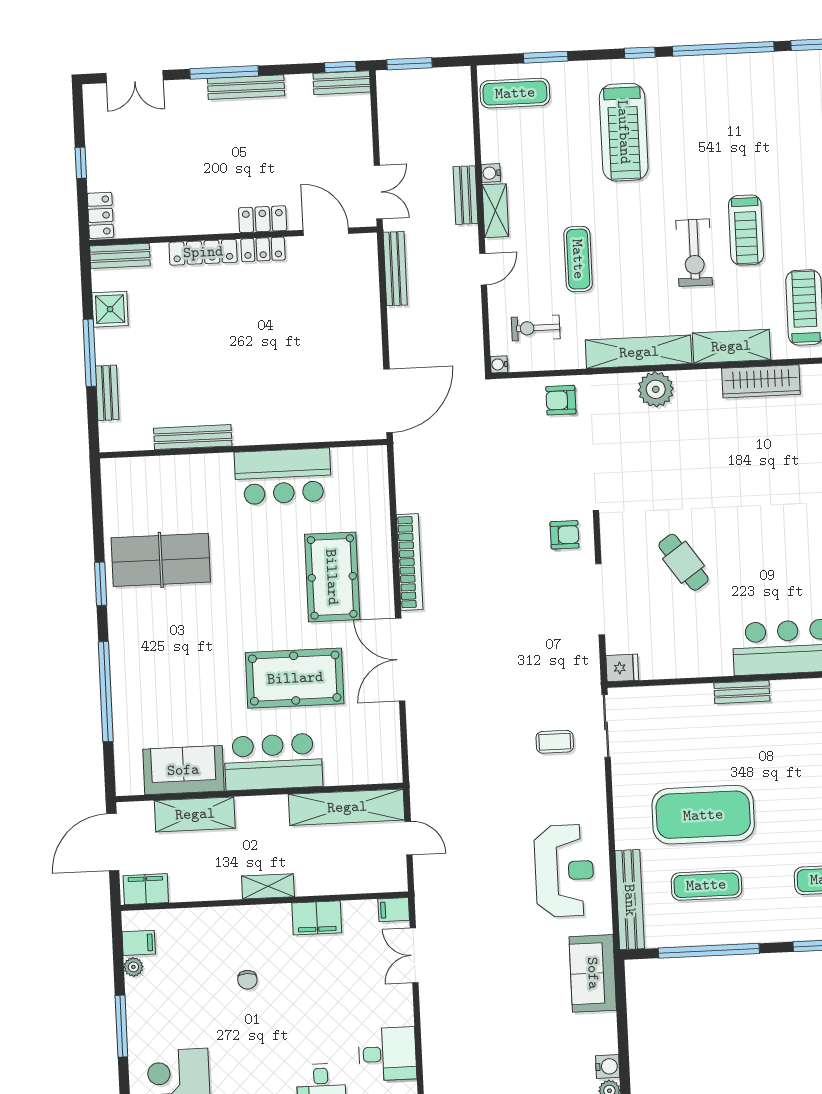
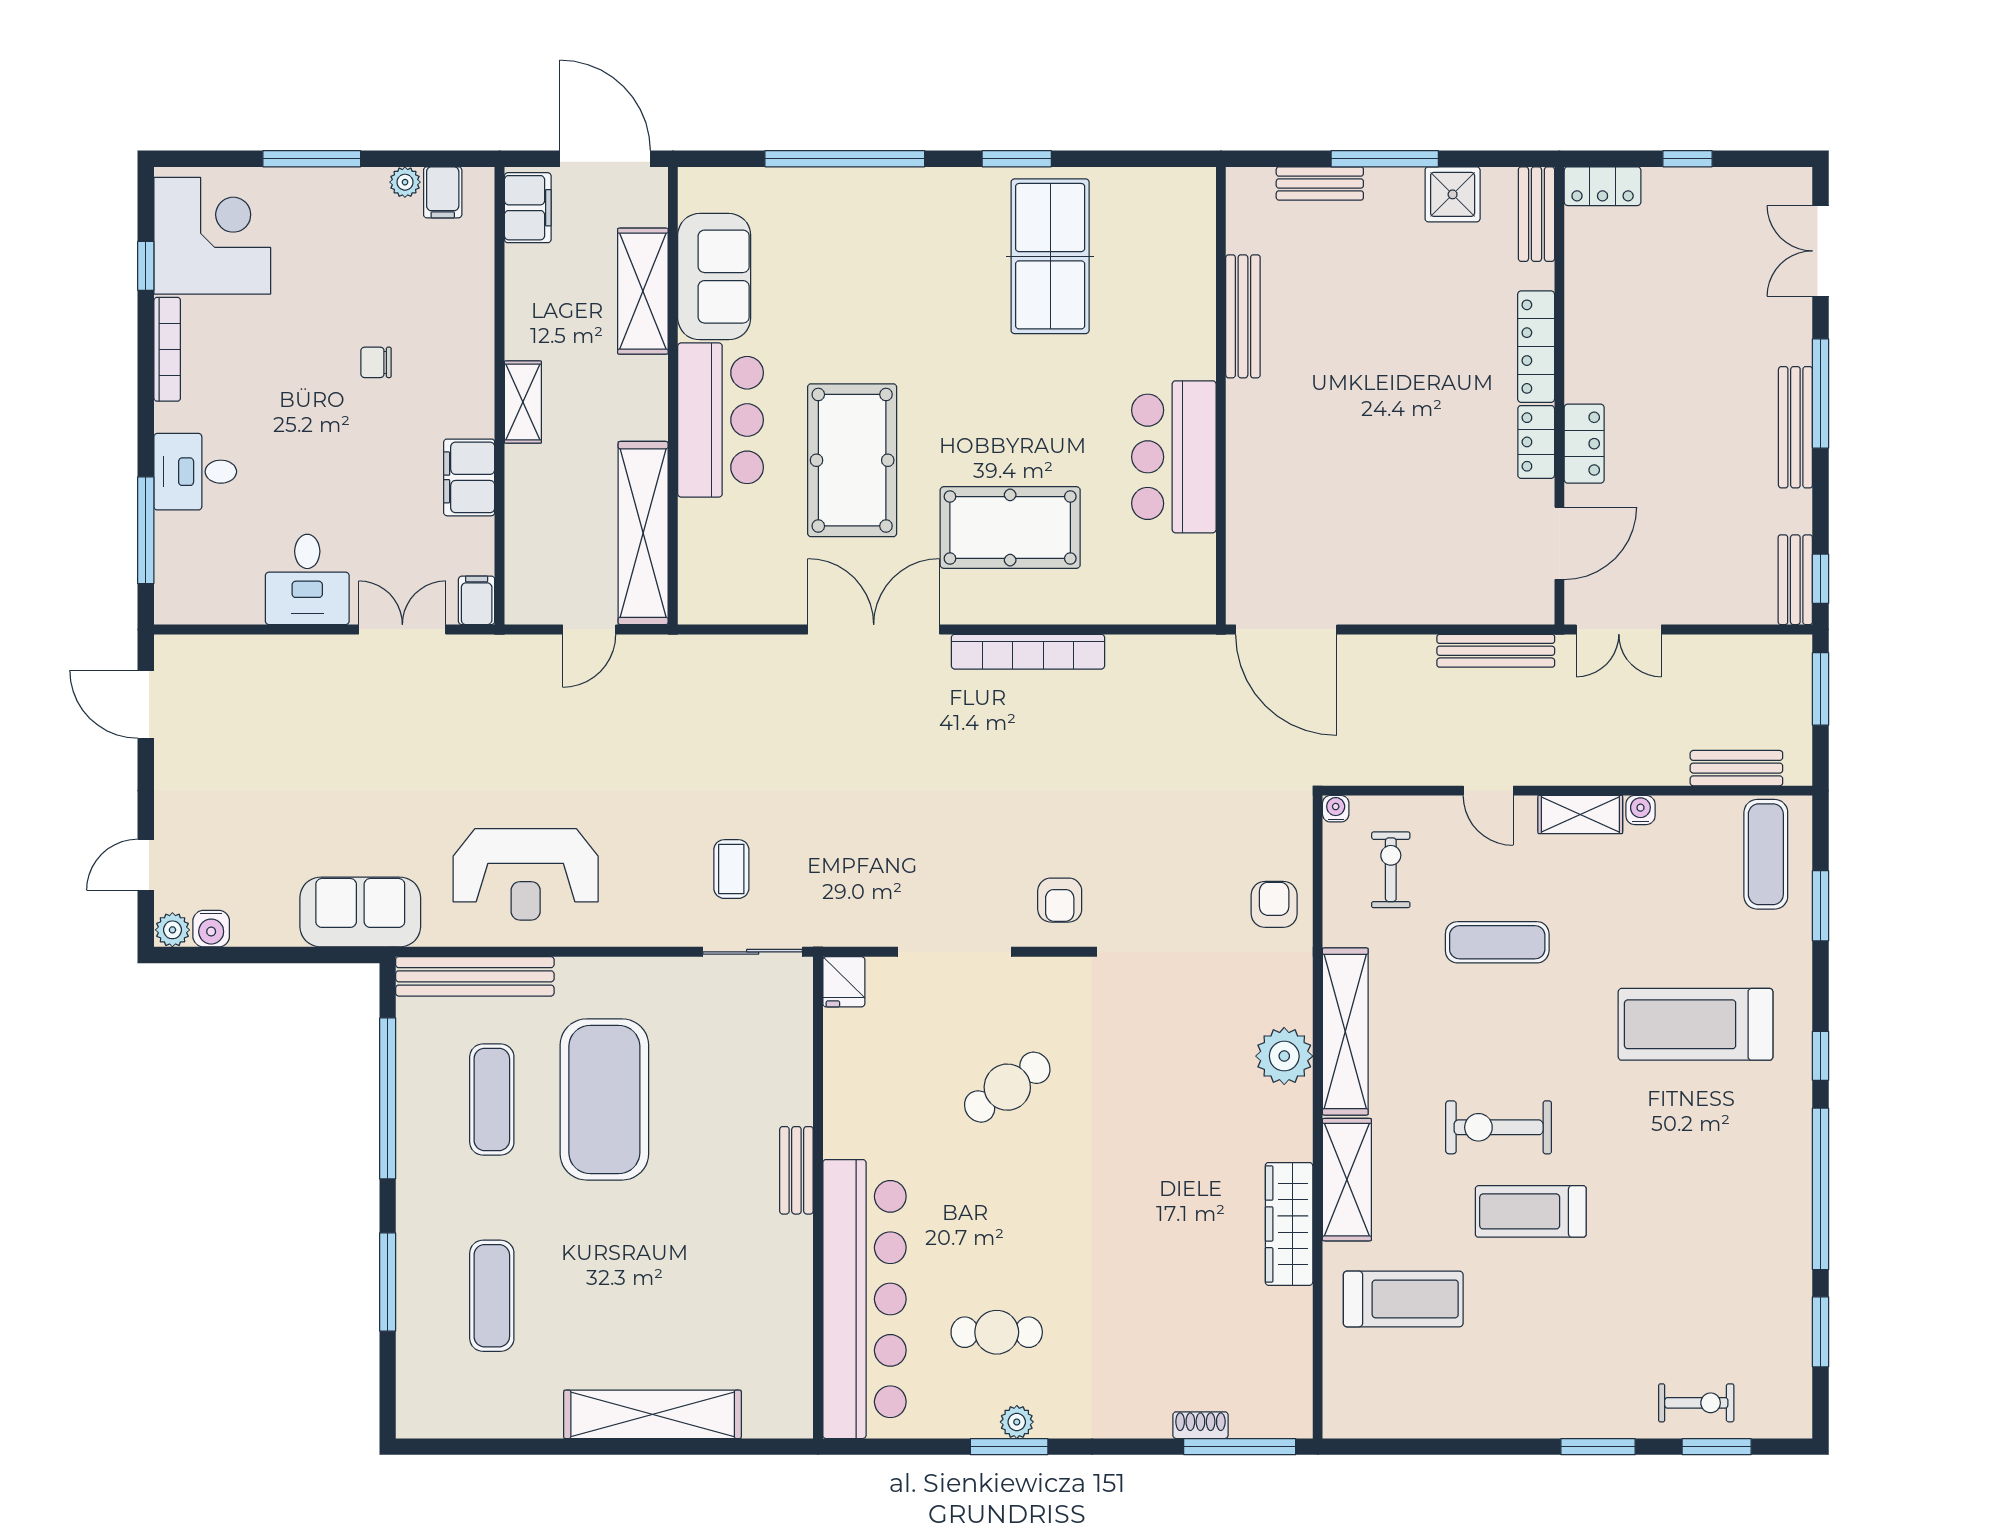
bench: (466, 195) -> (1736, 768), moved
desk: (387, 1054) -> (307, 579), moved

